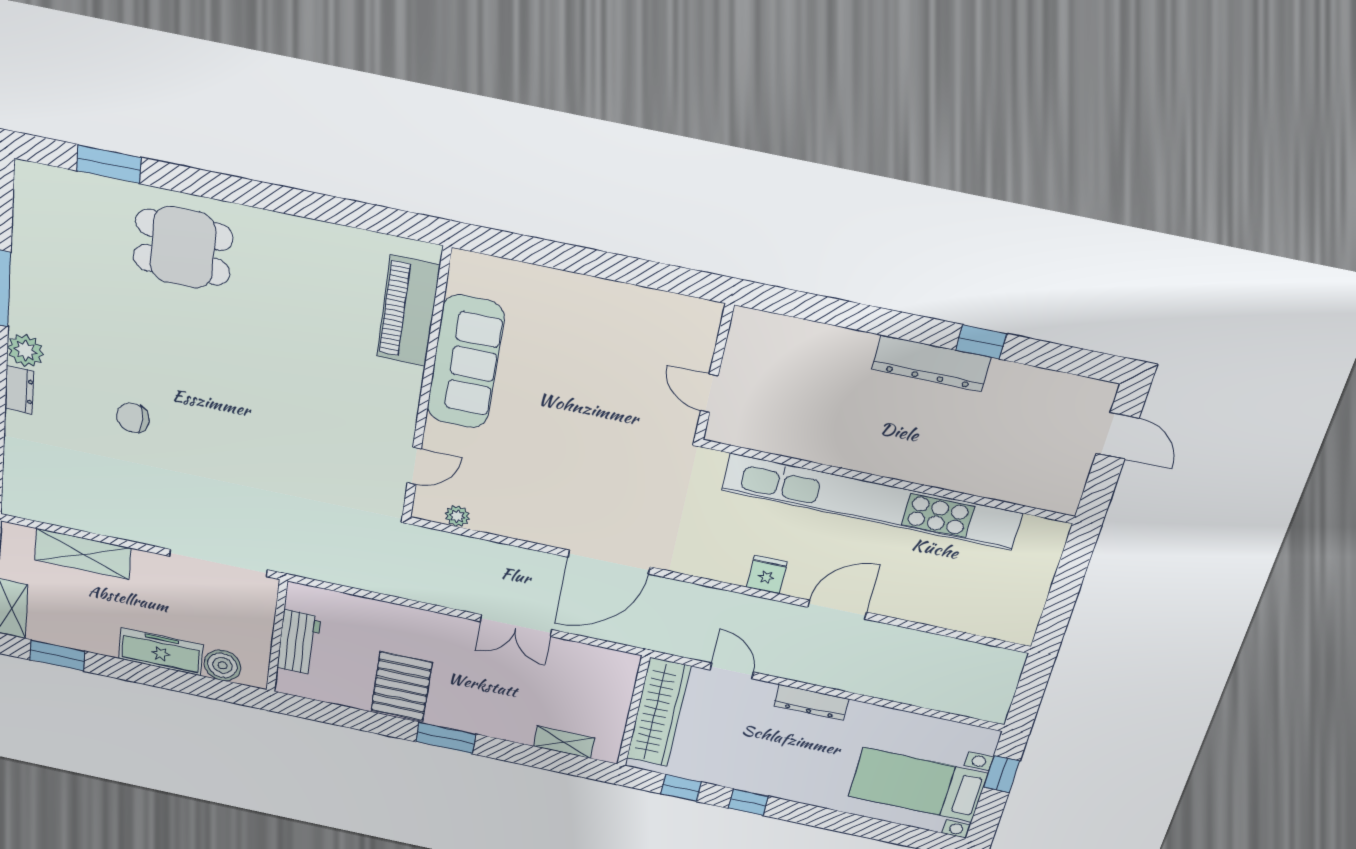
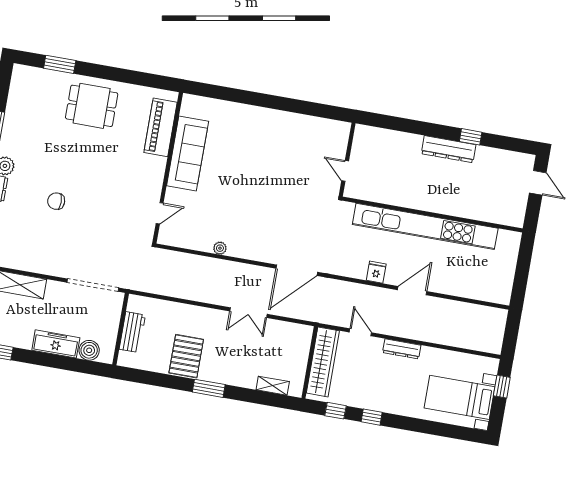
piano: (408, 311) -> (161, 127), moved
sofa: (466, 362) -> (188, 153), moved
wall: (426, 386) -> (168, 168), moved
door: (414, 466) -> (160, 213), moved

